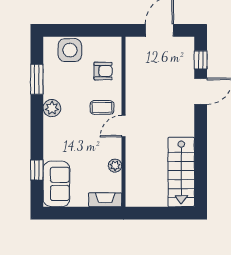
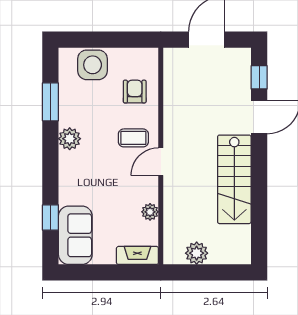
armchair: (103, 71) -> (135, 92), turned -90
stairs: (181, 172) -> (234, 179), moved
plant: (152, 198) -> (197, 253), added

